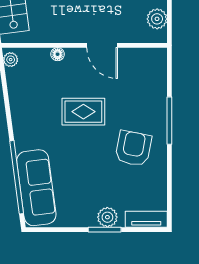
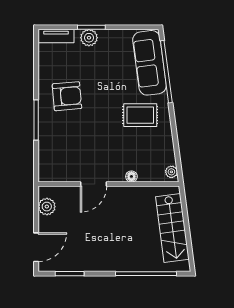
door: (102, 45) -> (93, 184), swing flipped
rug: (83, 112) -> (140, 115), moved
armchair: (133, 148) -> (67, 96), turned -106

